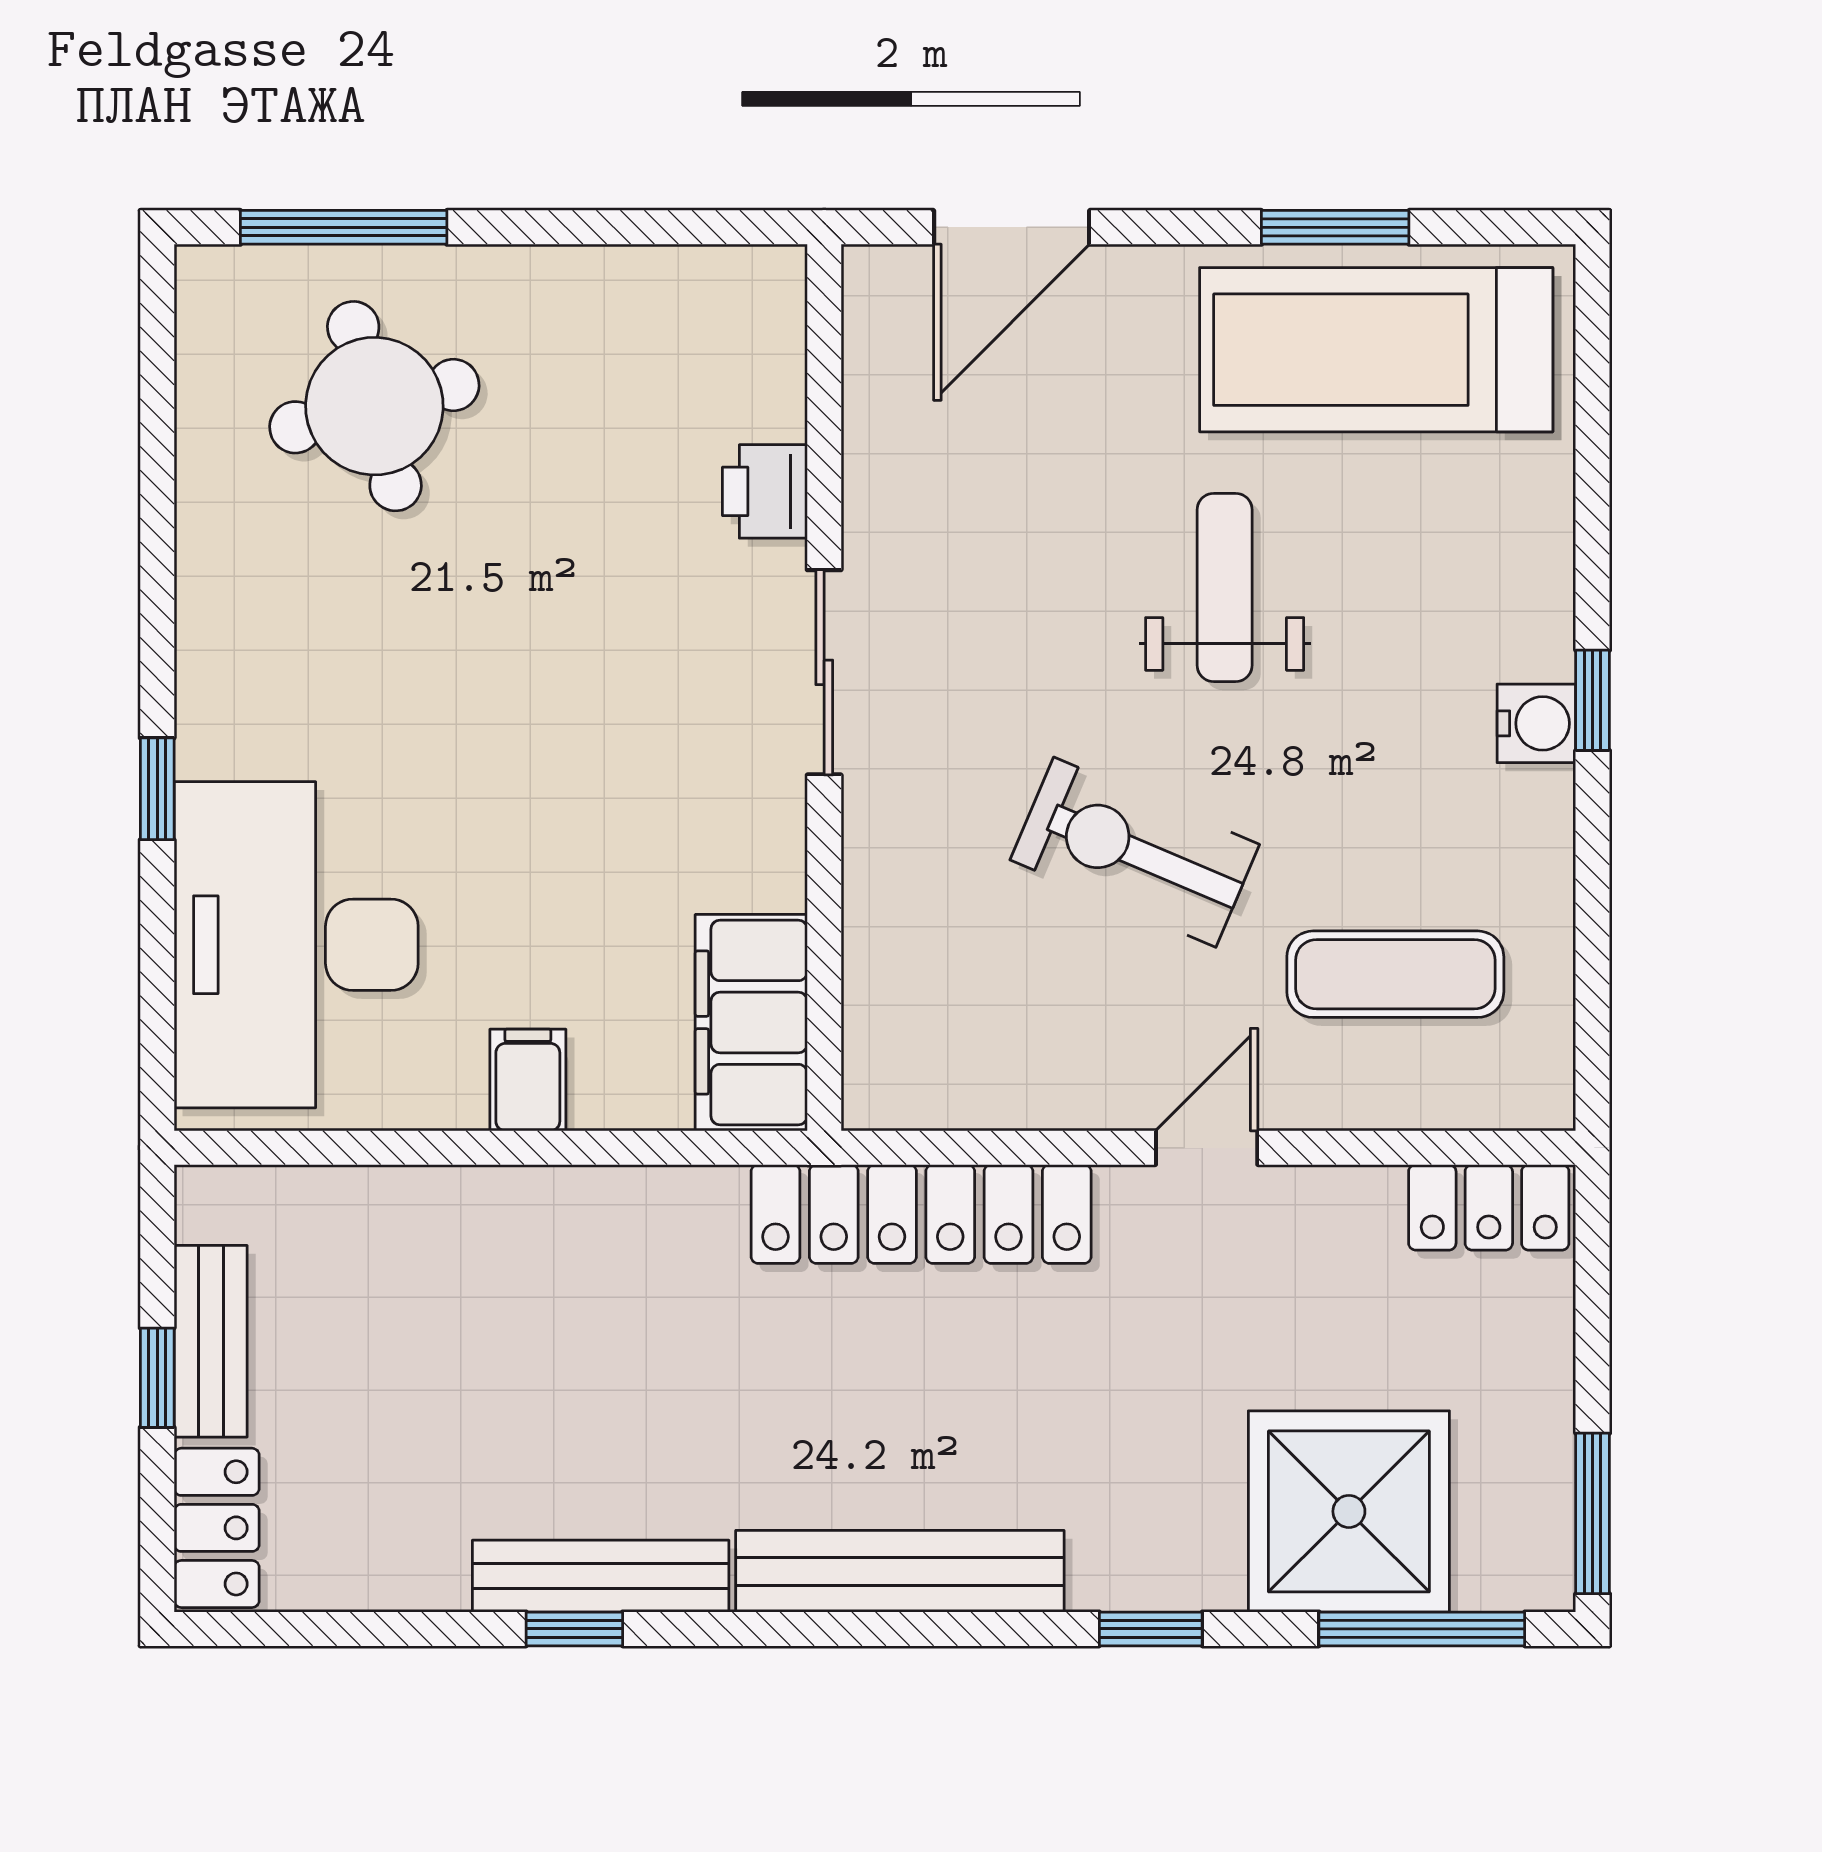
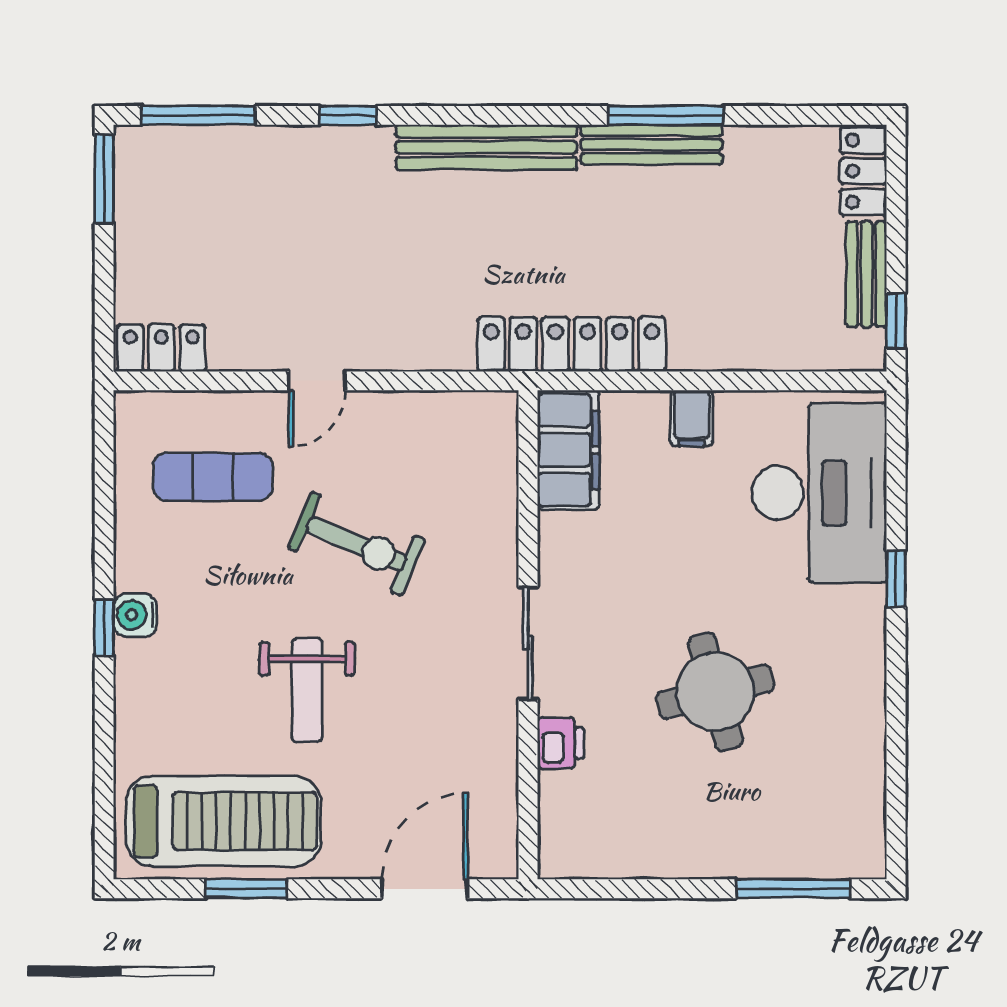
round table: (374, 406) -> (715, 692), moved
locker: (921, 1214) -> (572, 344), moved
window: (157, 1378) -> (896, 321), moved
shower: (1349, 1511) -> (239, 180), removed
window: (574, 1629) -> (666, 115), width x2.17

